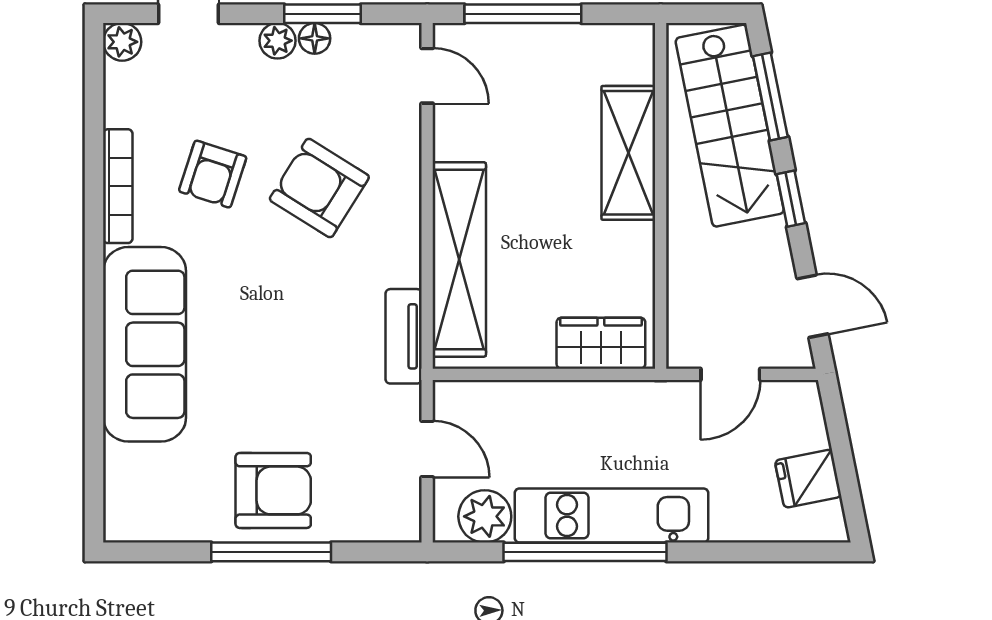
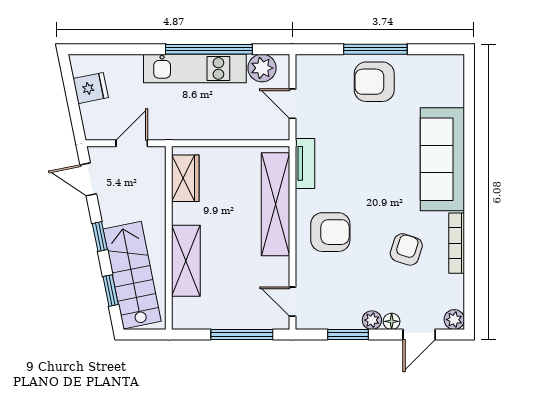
floor lamp: (315, 38) -> (392, 321), moved
window: (770, 96) -> (111, 291), width x0.67
armchair: (319, 188) -> (330, 232), moved, turned -32
wardrobe: (601, 343) -> (185, 178), moved, turned -90

